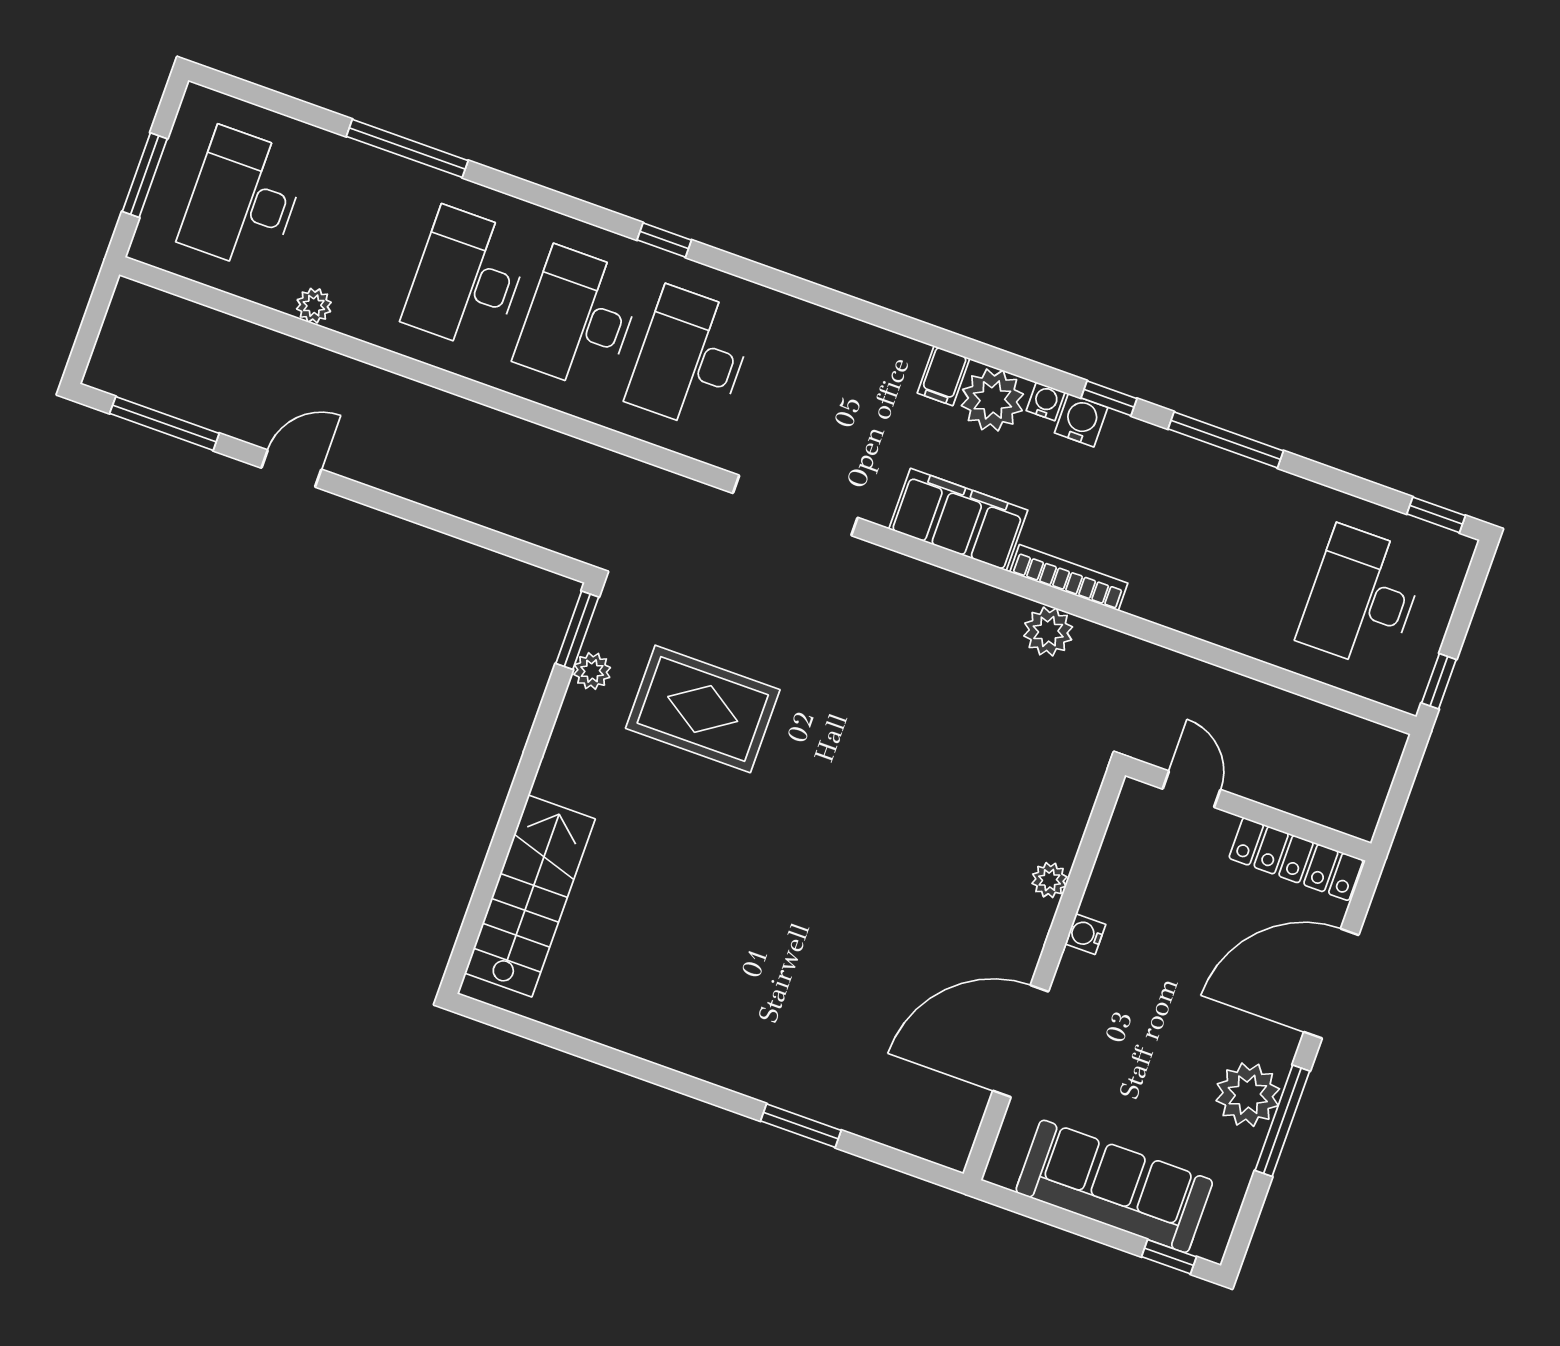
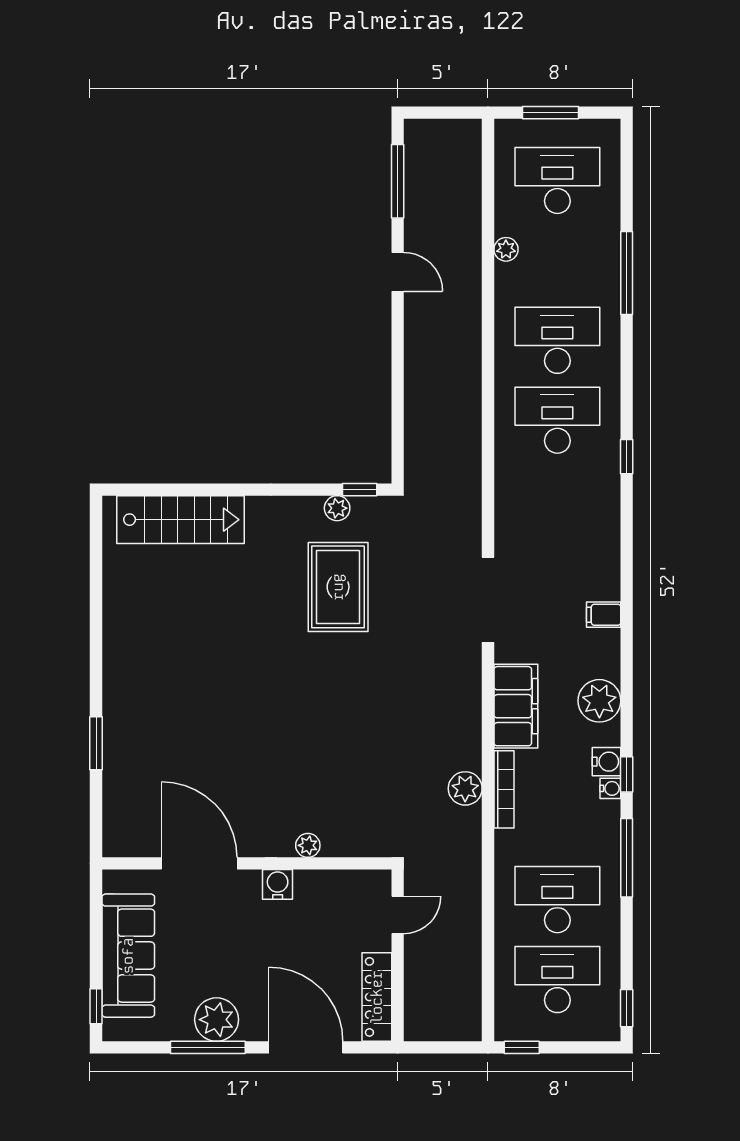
desk: (691, 359) -> (557, 900), moved
filing cabinet: (943, 376) -> (604, 615), moved
water cooler: (1046, 401) -> (610, 788), moved
window: (577, 630) -> (360, 490), width x0.67
water cooler: (1085, 934) -> (278, 884), width x1.38, depth x1.38

